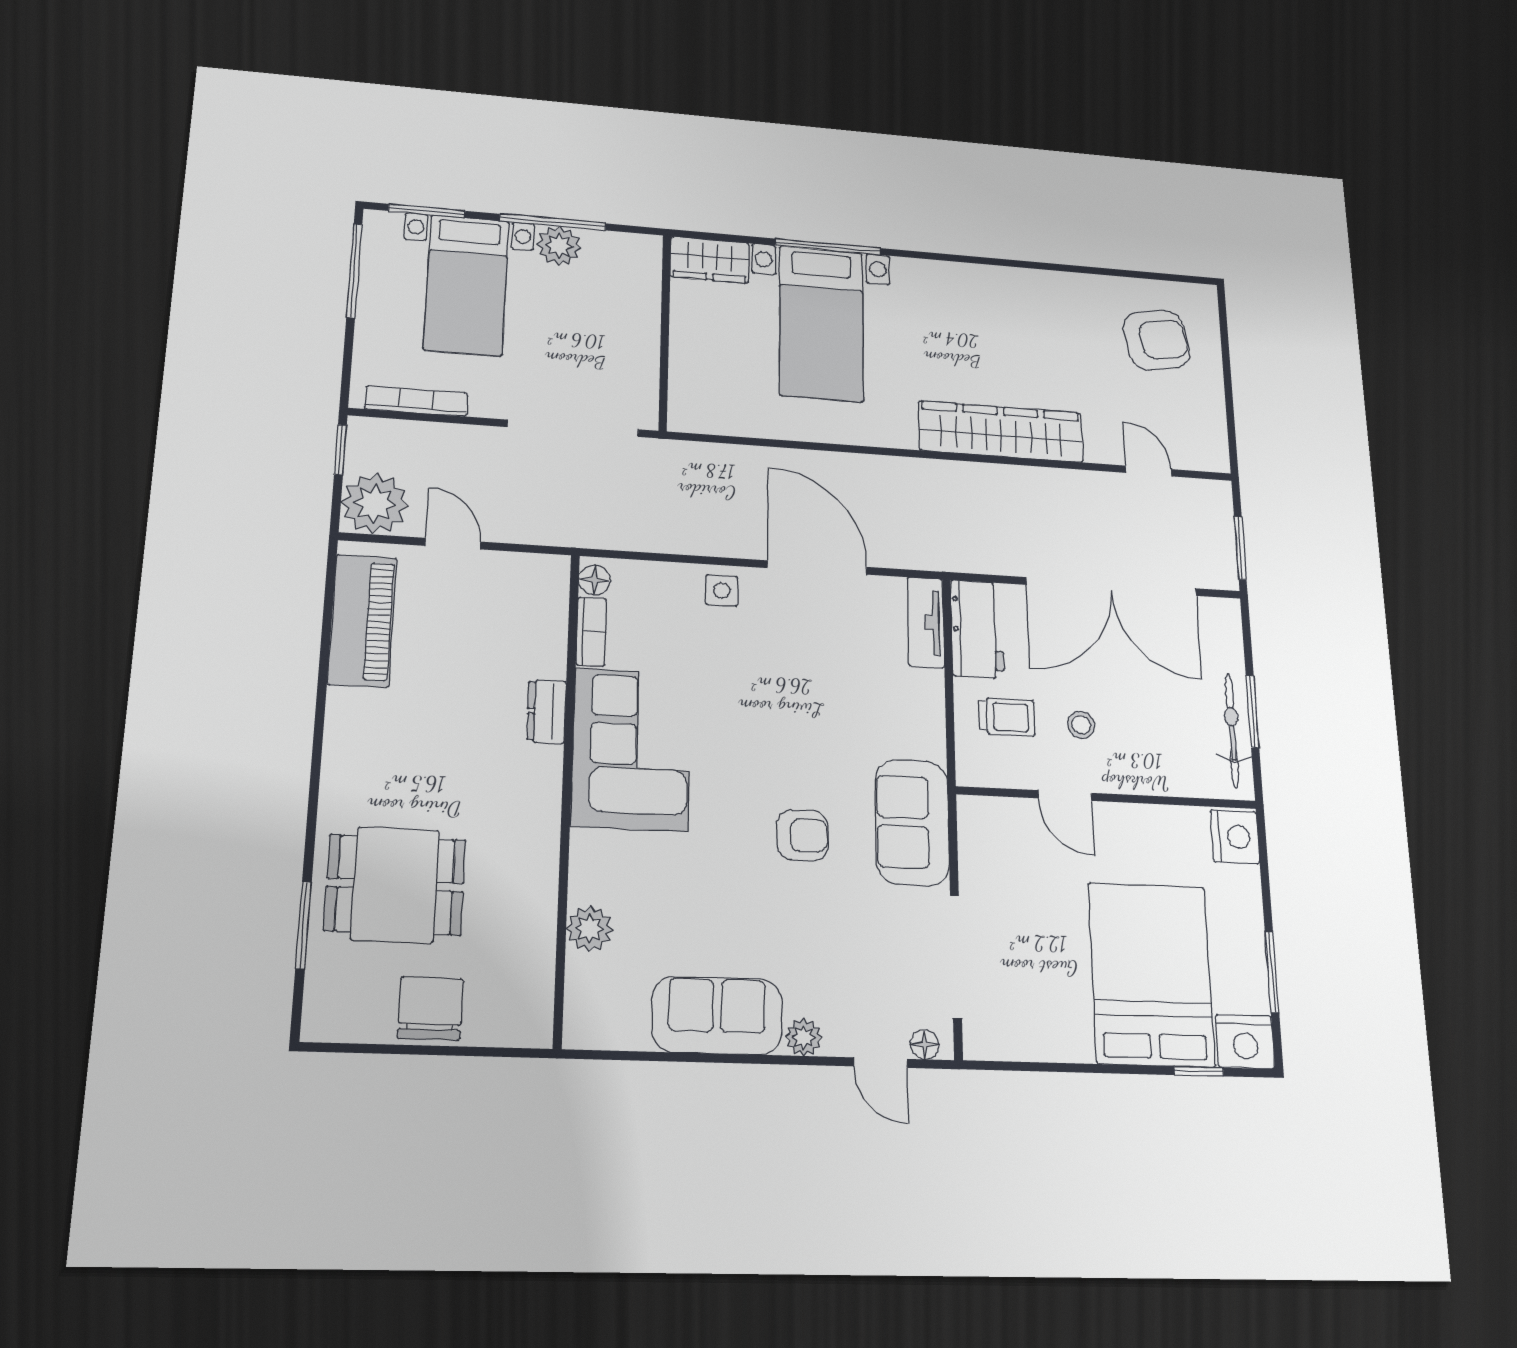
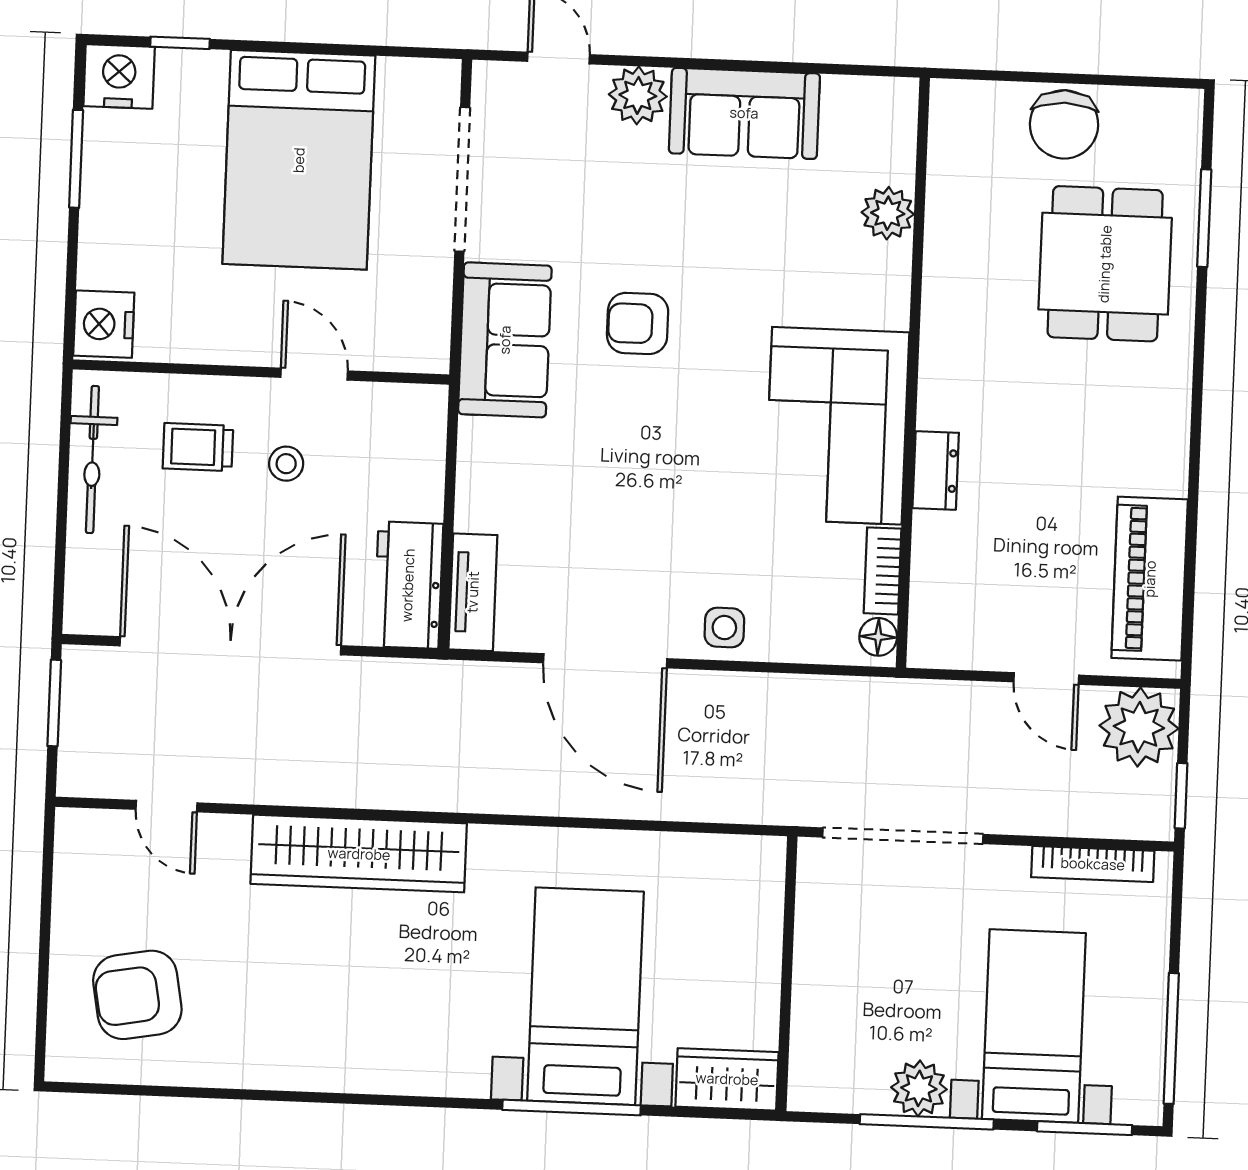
window: (1252, 712) -> (63, 484), removed
trolley: (1007, 717) -> (198, 447), moved
dining table: (395, 885) -> (1105, 264), turned 90
bed: (1151, 974) -> (299, 160), moved
plant: (804, 1037) -> (638, 95), width x1.38, depth x1.38
floor lamp: (925, 1045) -> (506, 78), removed

